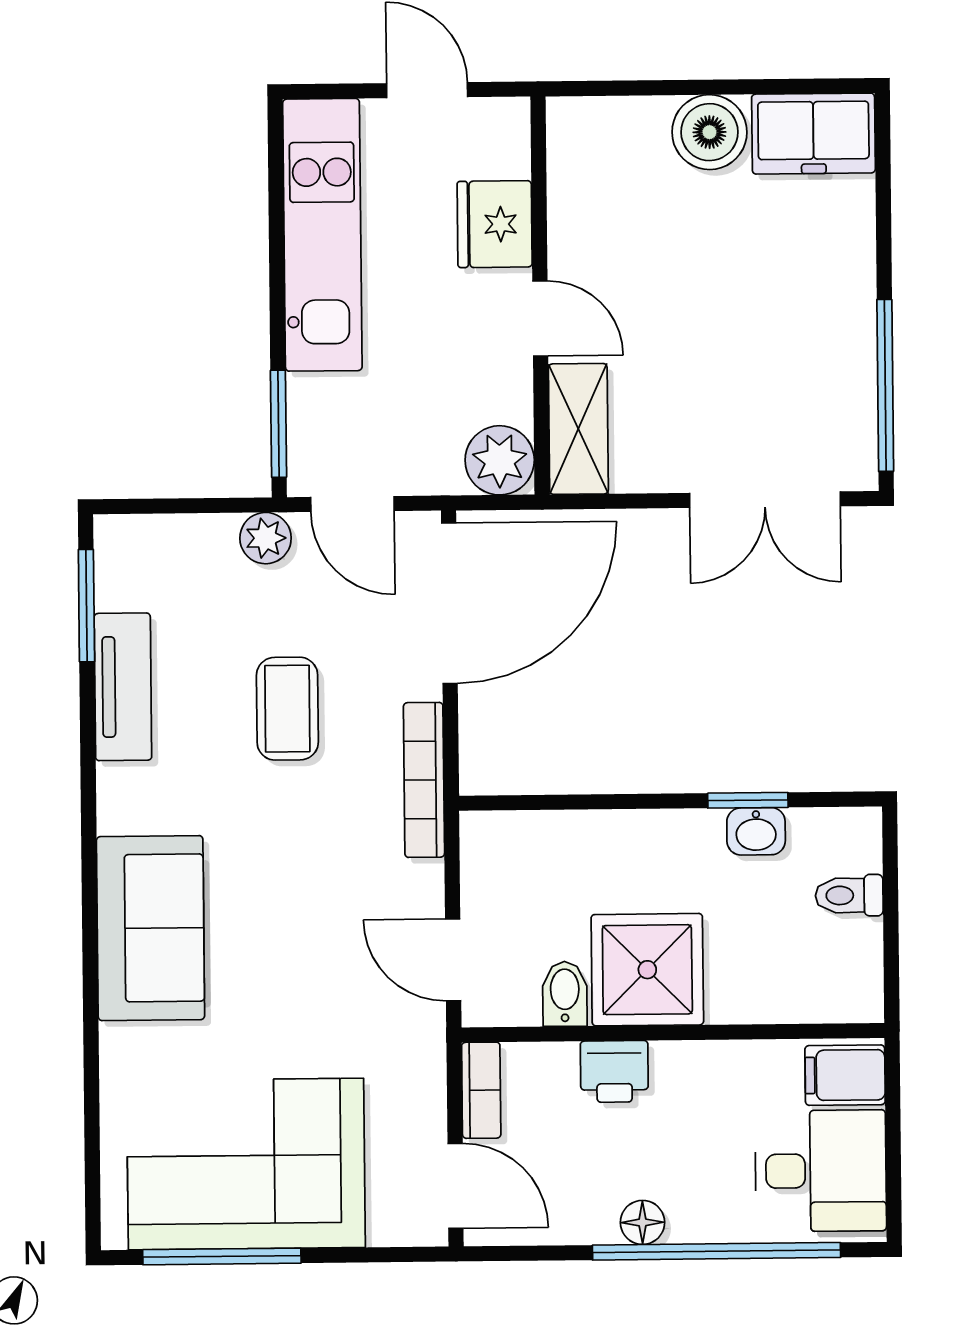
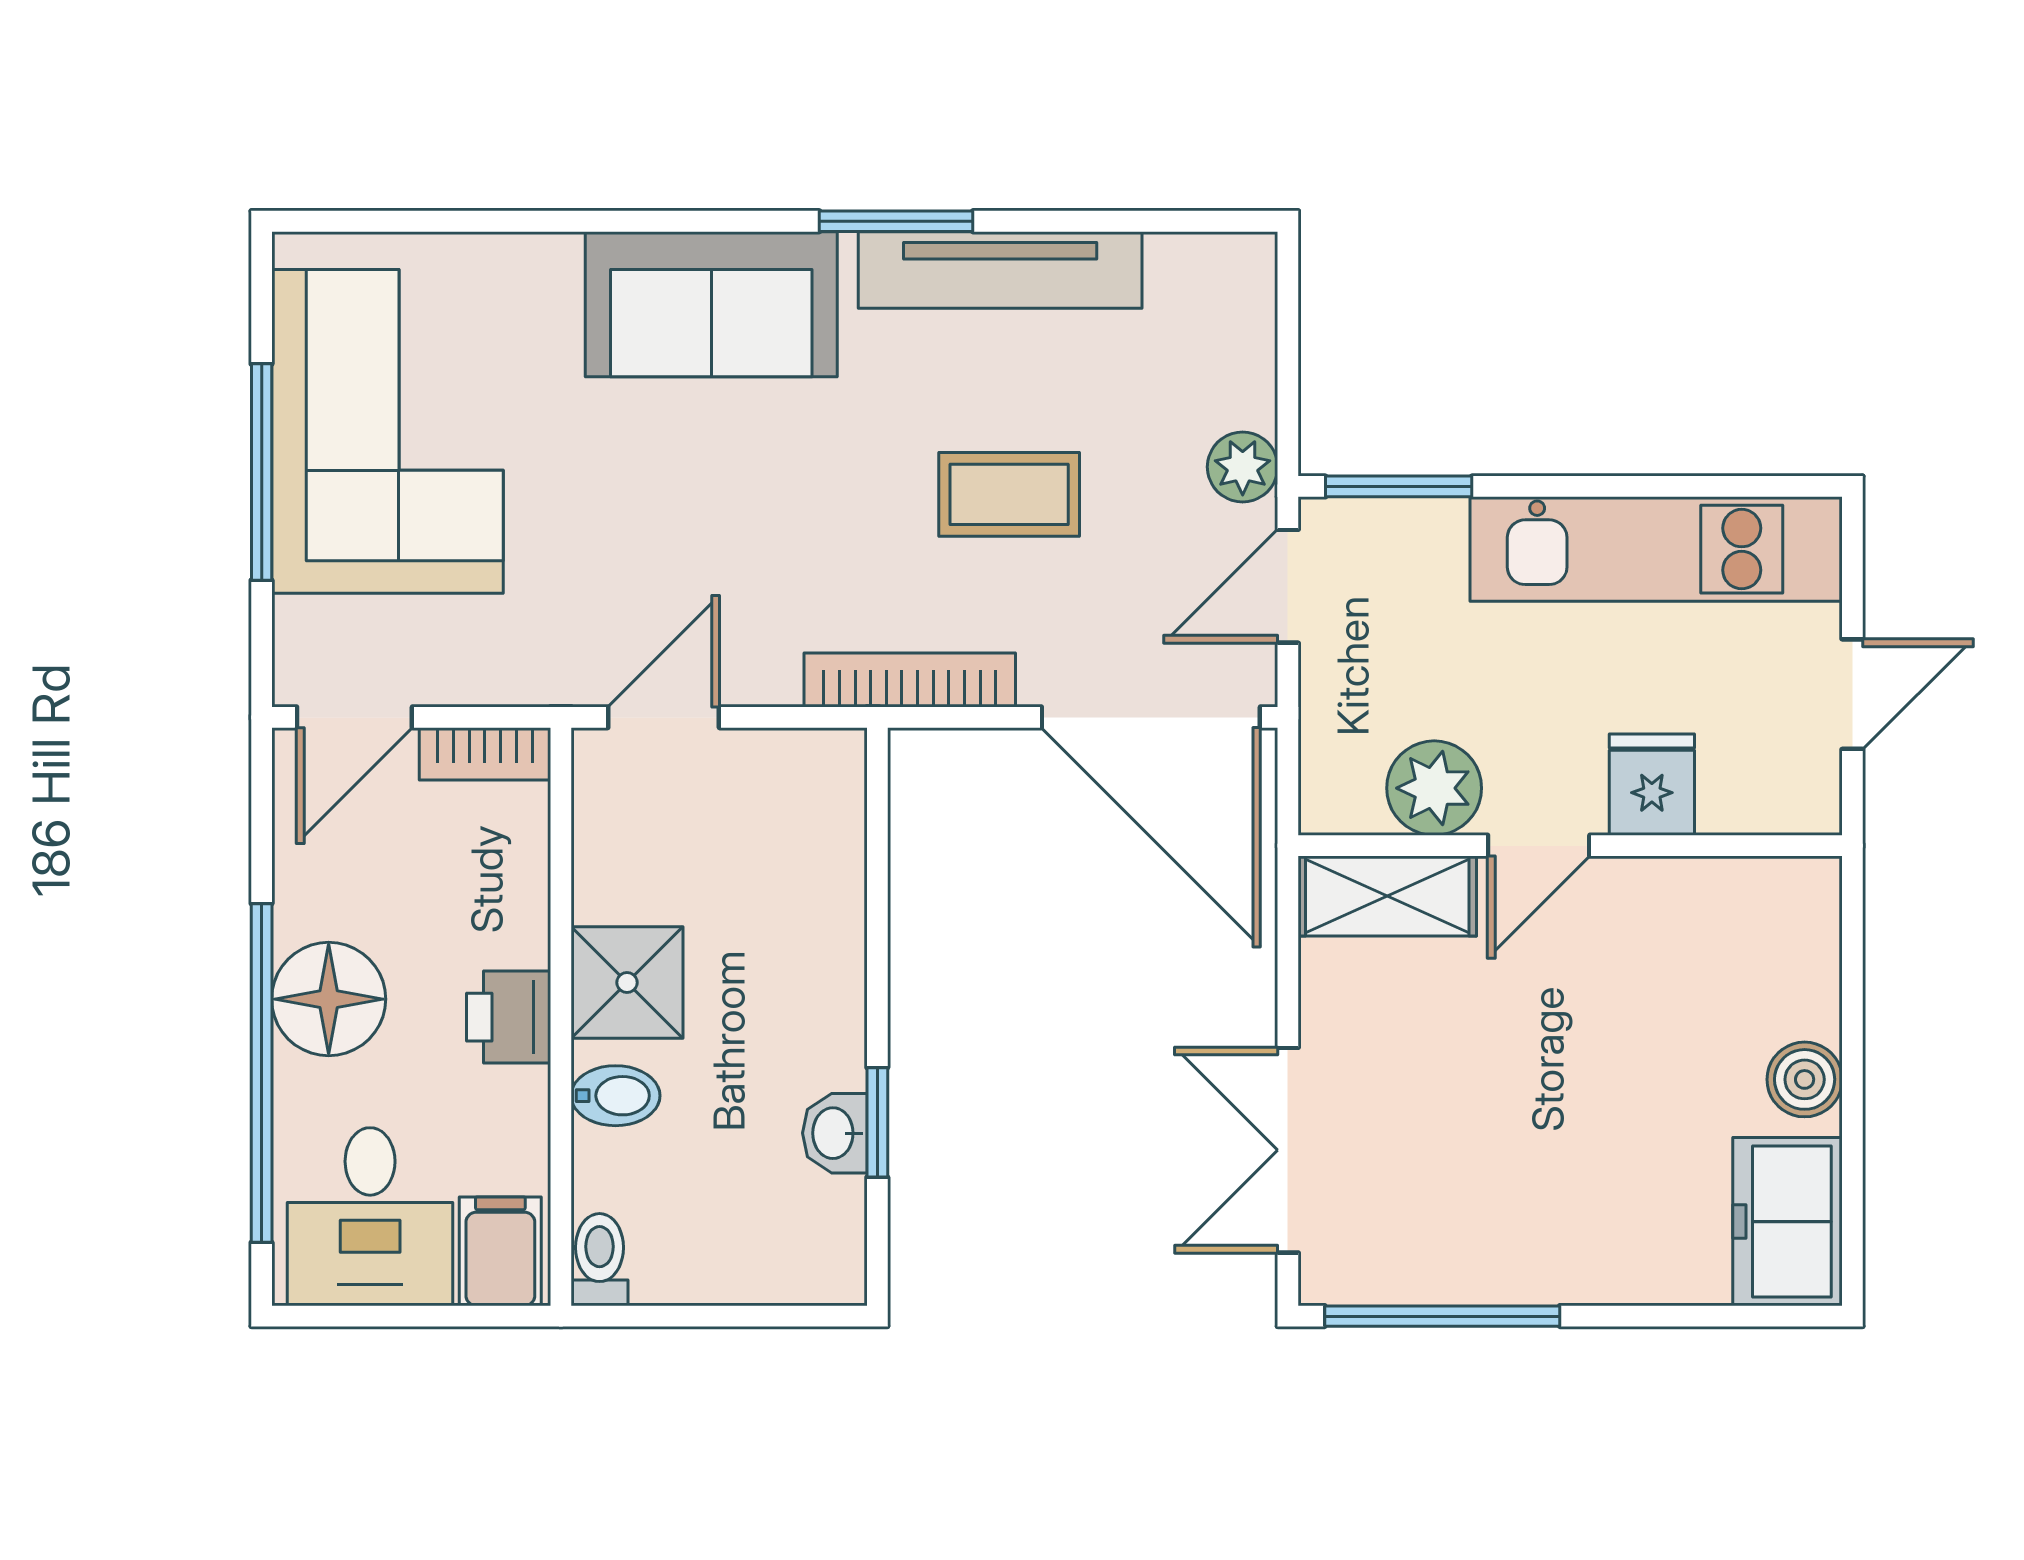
boiler: (709, 132) -> (1805, 1079), width x0.73, depth x0.73
fridge: (495, 224) -> (1652, 785), width x0.72
plant: (500, 460) -> (1434, 788), moved
window: (86, 606) -> (896, 221), moved
tv unit: (123, 687) -> (1000, 270), width x1.41
toilet: (849, 895) -> (600, 1260), moved
shower: (647, 970) -> (627, 983), width x0.73, depth x0.73
bidet: (565, 994) -> (615, 1096), moved
printer: (614, 1071) -> (509, 1017), moved
floor lamp: (642, 1222) -> (329, 999), width x1.89, depth x1.89
window: (222, 1256) -> (262, 472), moved

